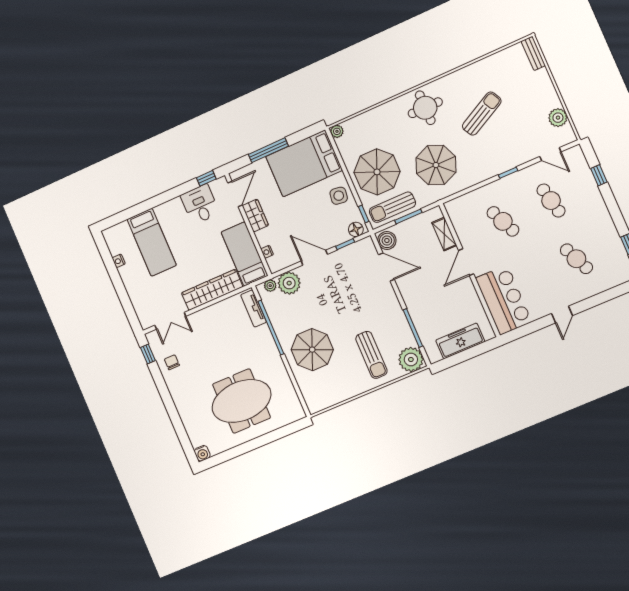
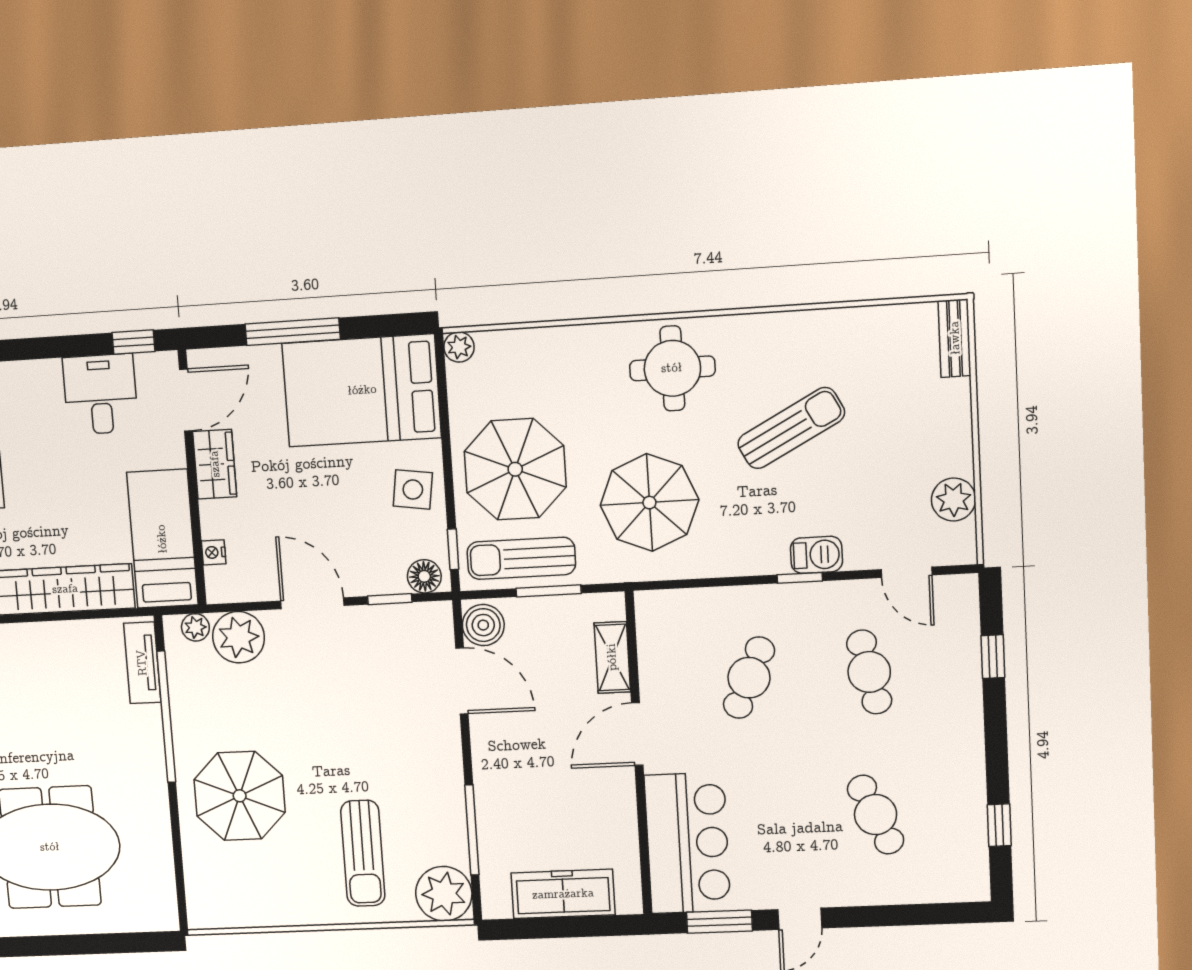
barbecue: (511, 161) -> (816, 555), added
cafe table: (503, 221) -> (749, 678), turned 48
window: (529, 328) -> (719, 922), added

